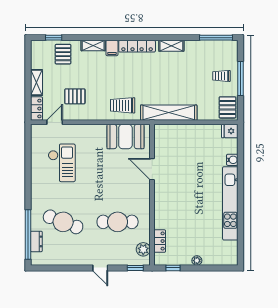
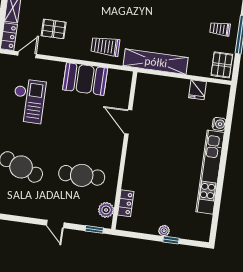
fridge: (230, 131) -> (197, 90), moved, turned -90
booth: (125, 137) -> (85, 79), moved
window: (173, 268) -> (171, 240), moved

